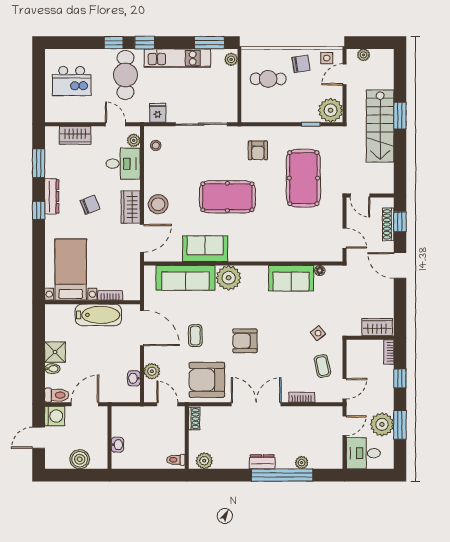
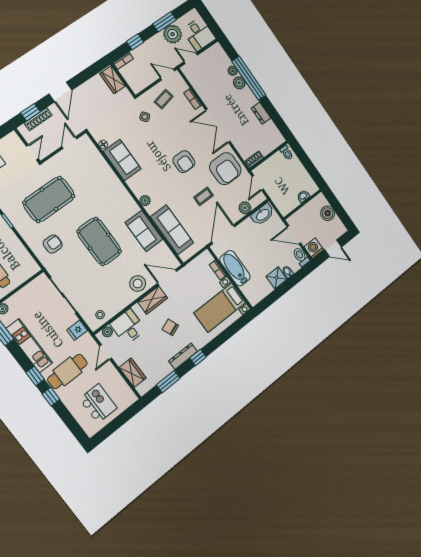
plant: (229, 278) -> (145, 201), width x0.53, depth x0.53
washbasin: (134, 378) -> (263, 215), width x1.91, depth x1.45
plant: (204, 461) -> (239, 83), moved
dresser: (262, 462) -> (261, 113), moved

